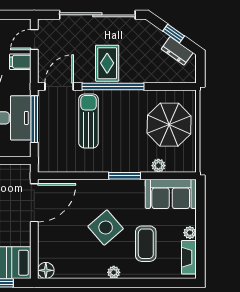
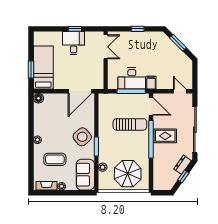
dresser: (177, 51) -> (183, 165), moved
filing cabinet: (20, 62) -> (151, 83), moved
door: (34, 203) -> (80, 91), hinge flipped
side table: (106, 227) -> (82, 137), moved

